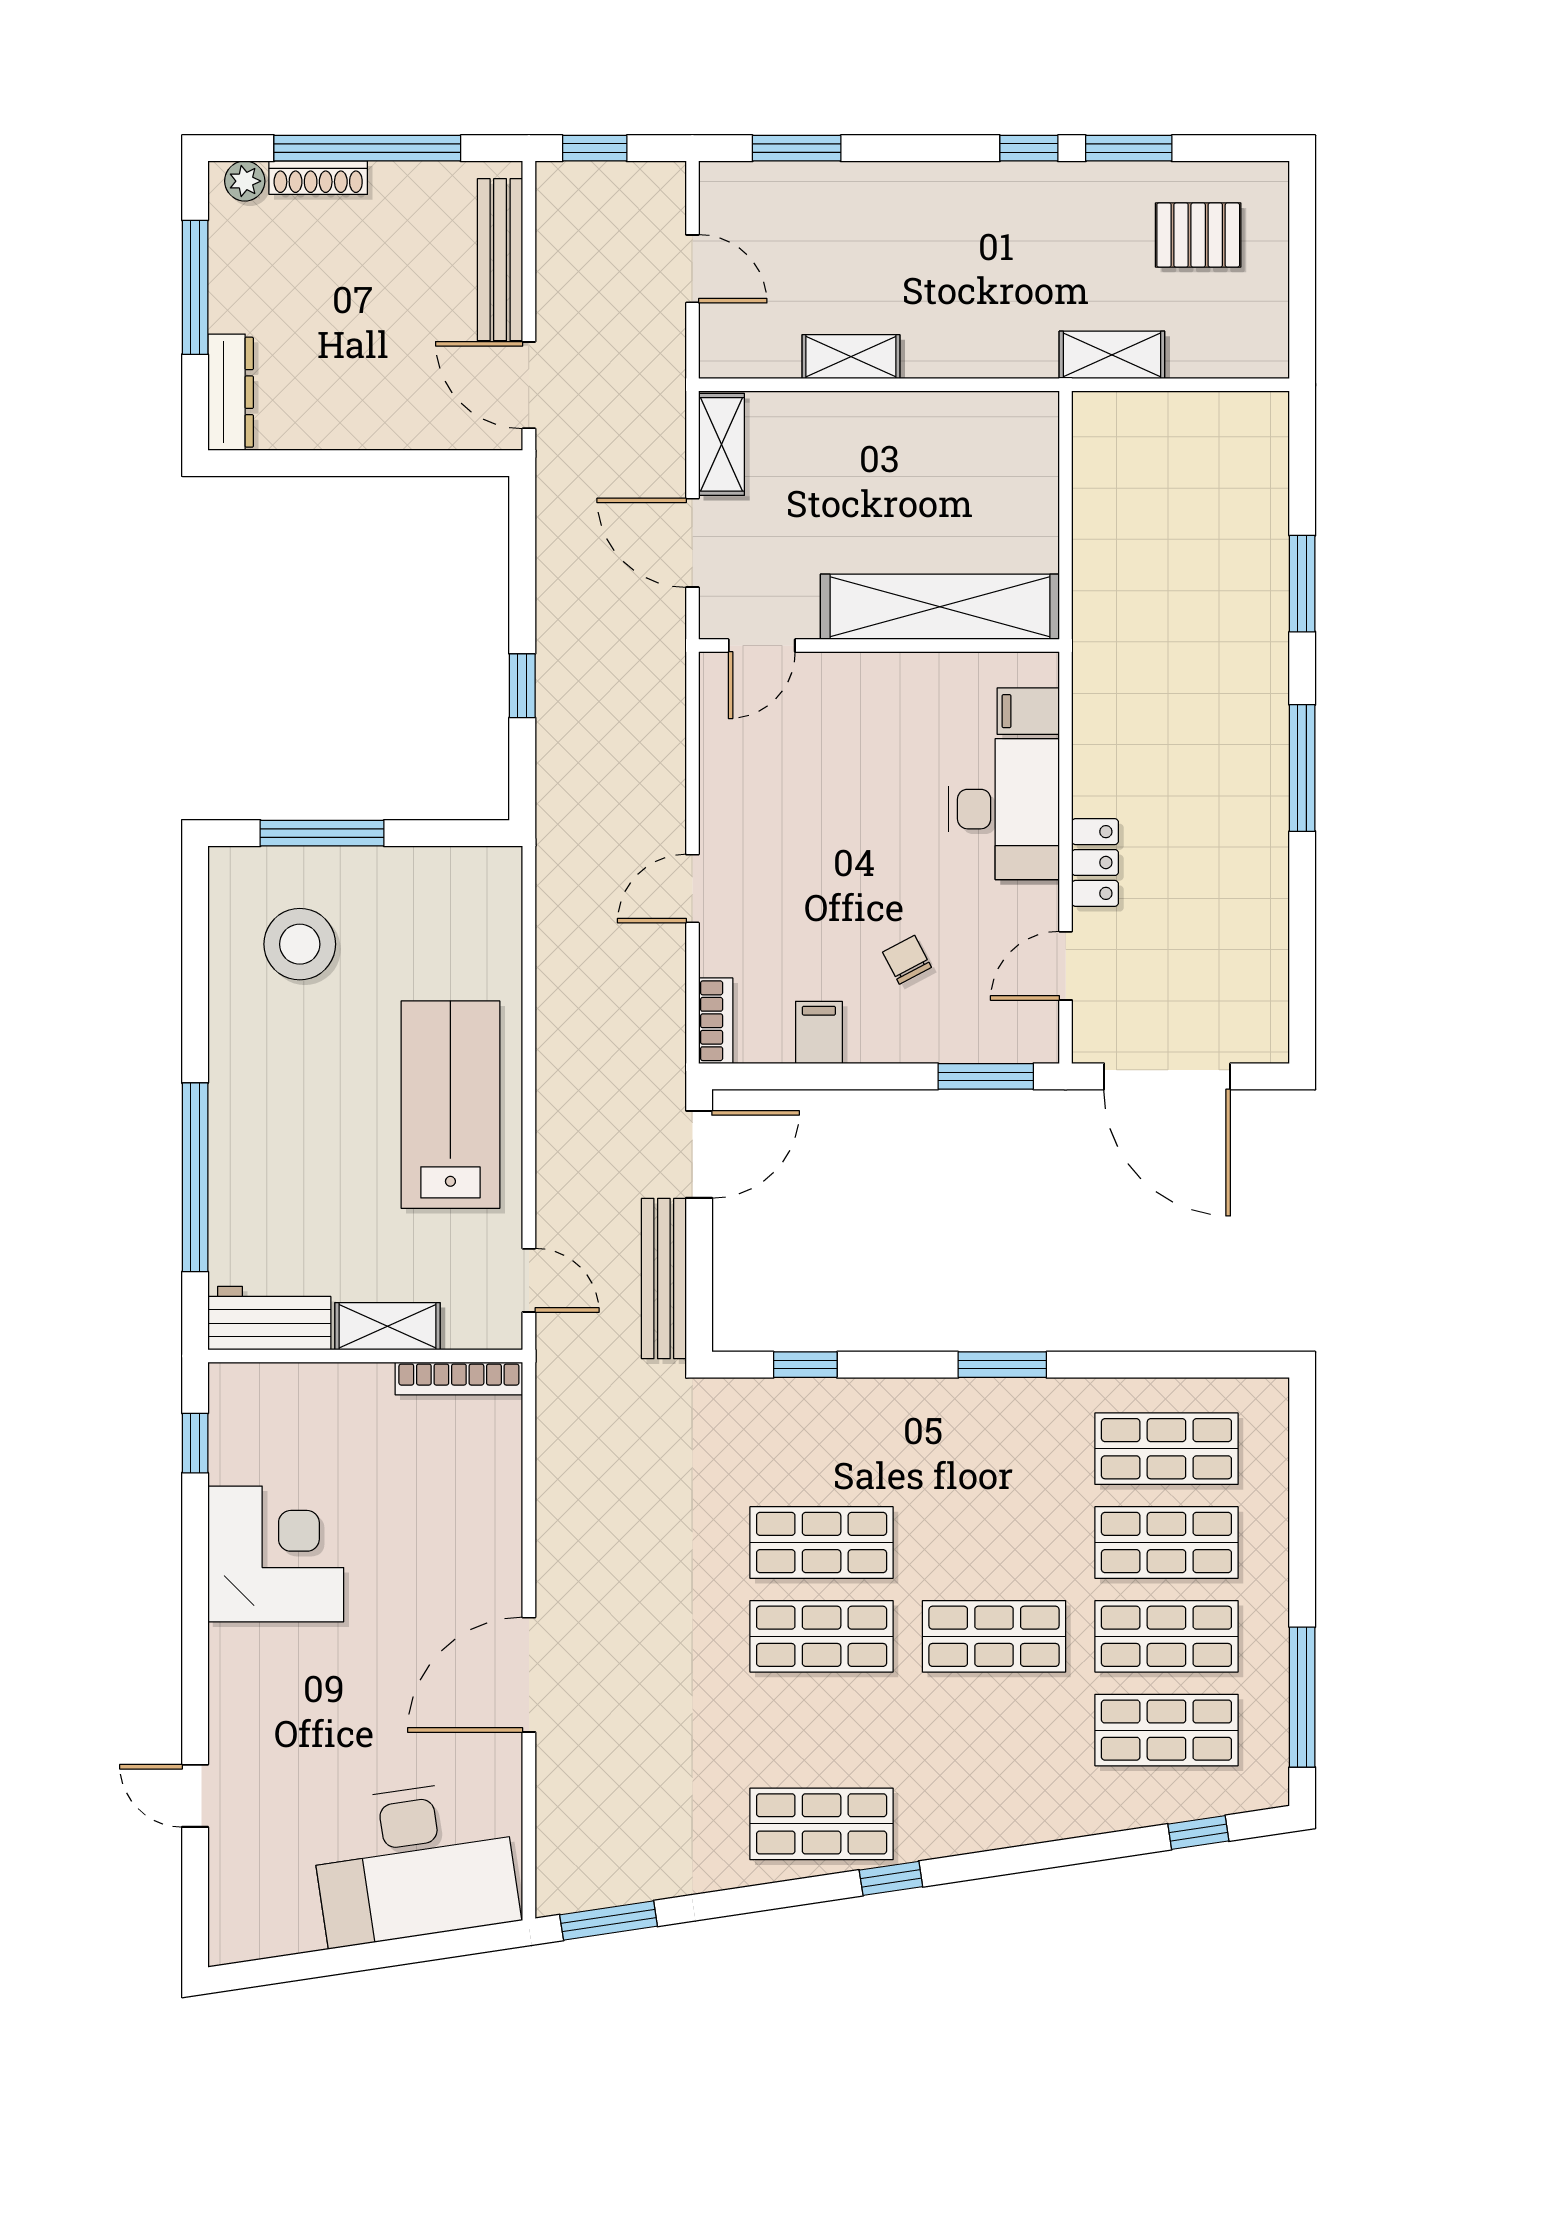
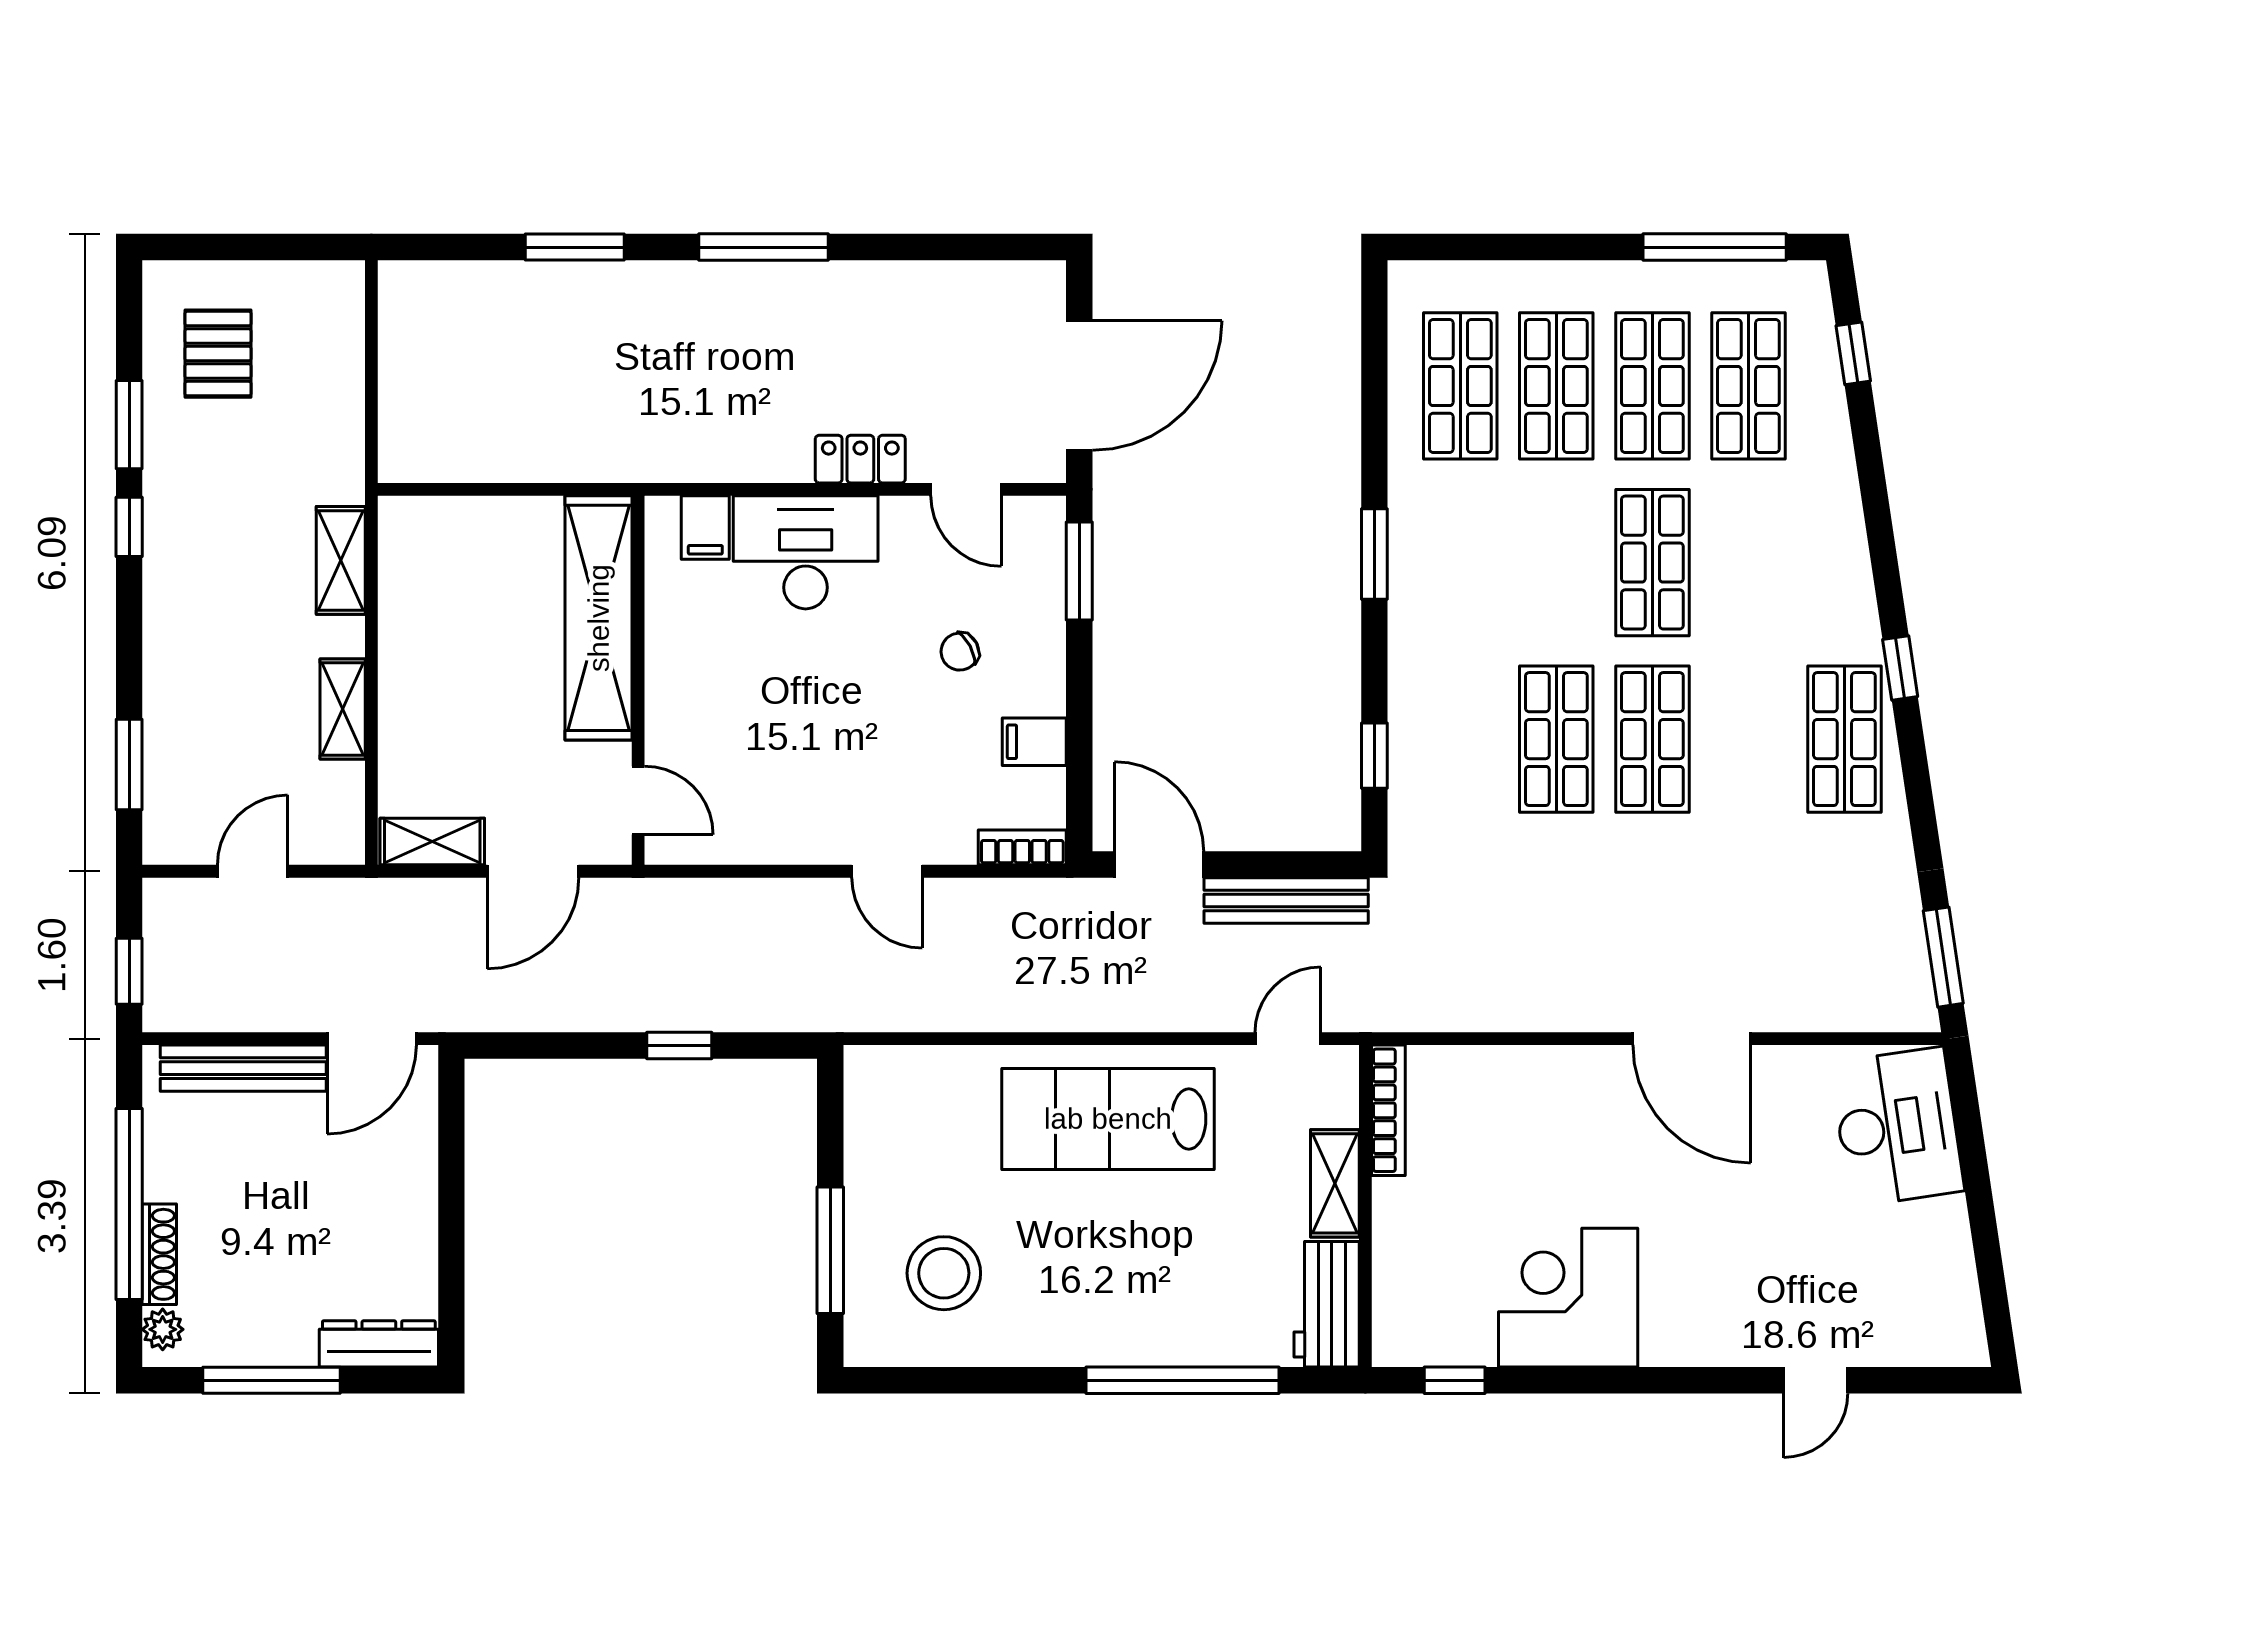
shelving: (1112, 355) -> (341, 560), moved
desk: (414, 1863) -> (1897, 1127), width x0.73, depth x0.77

